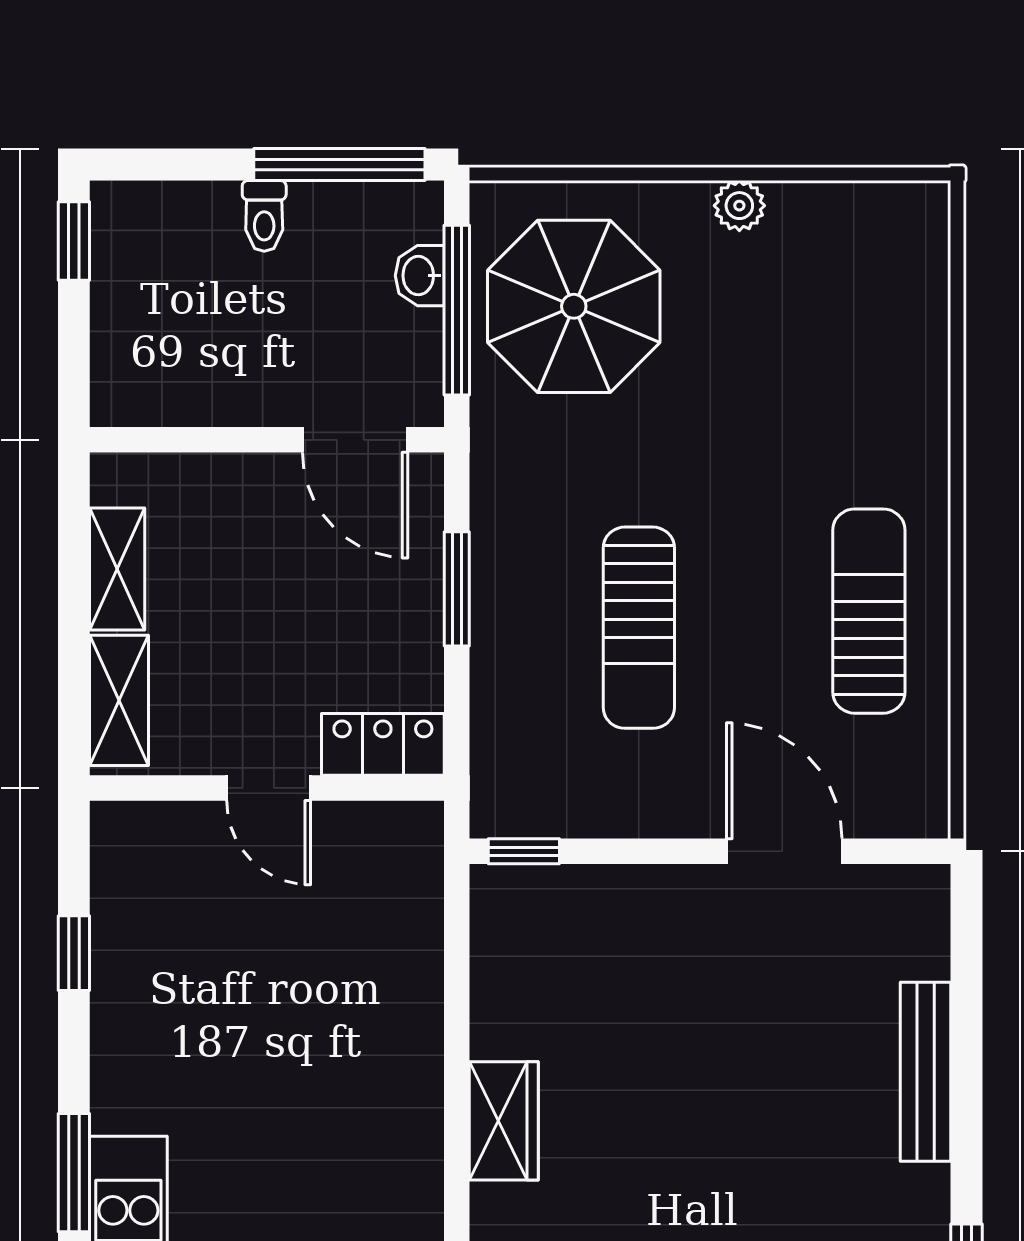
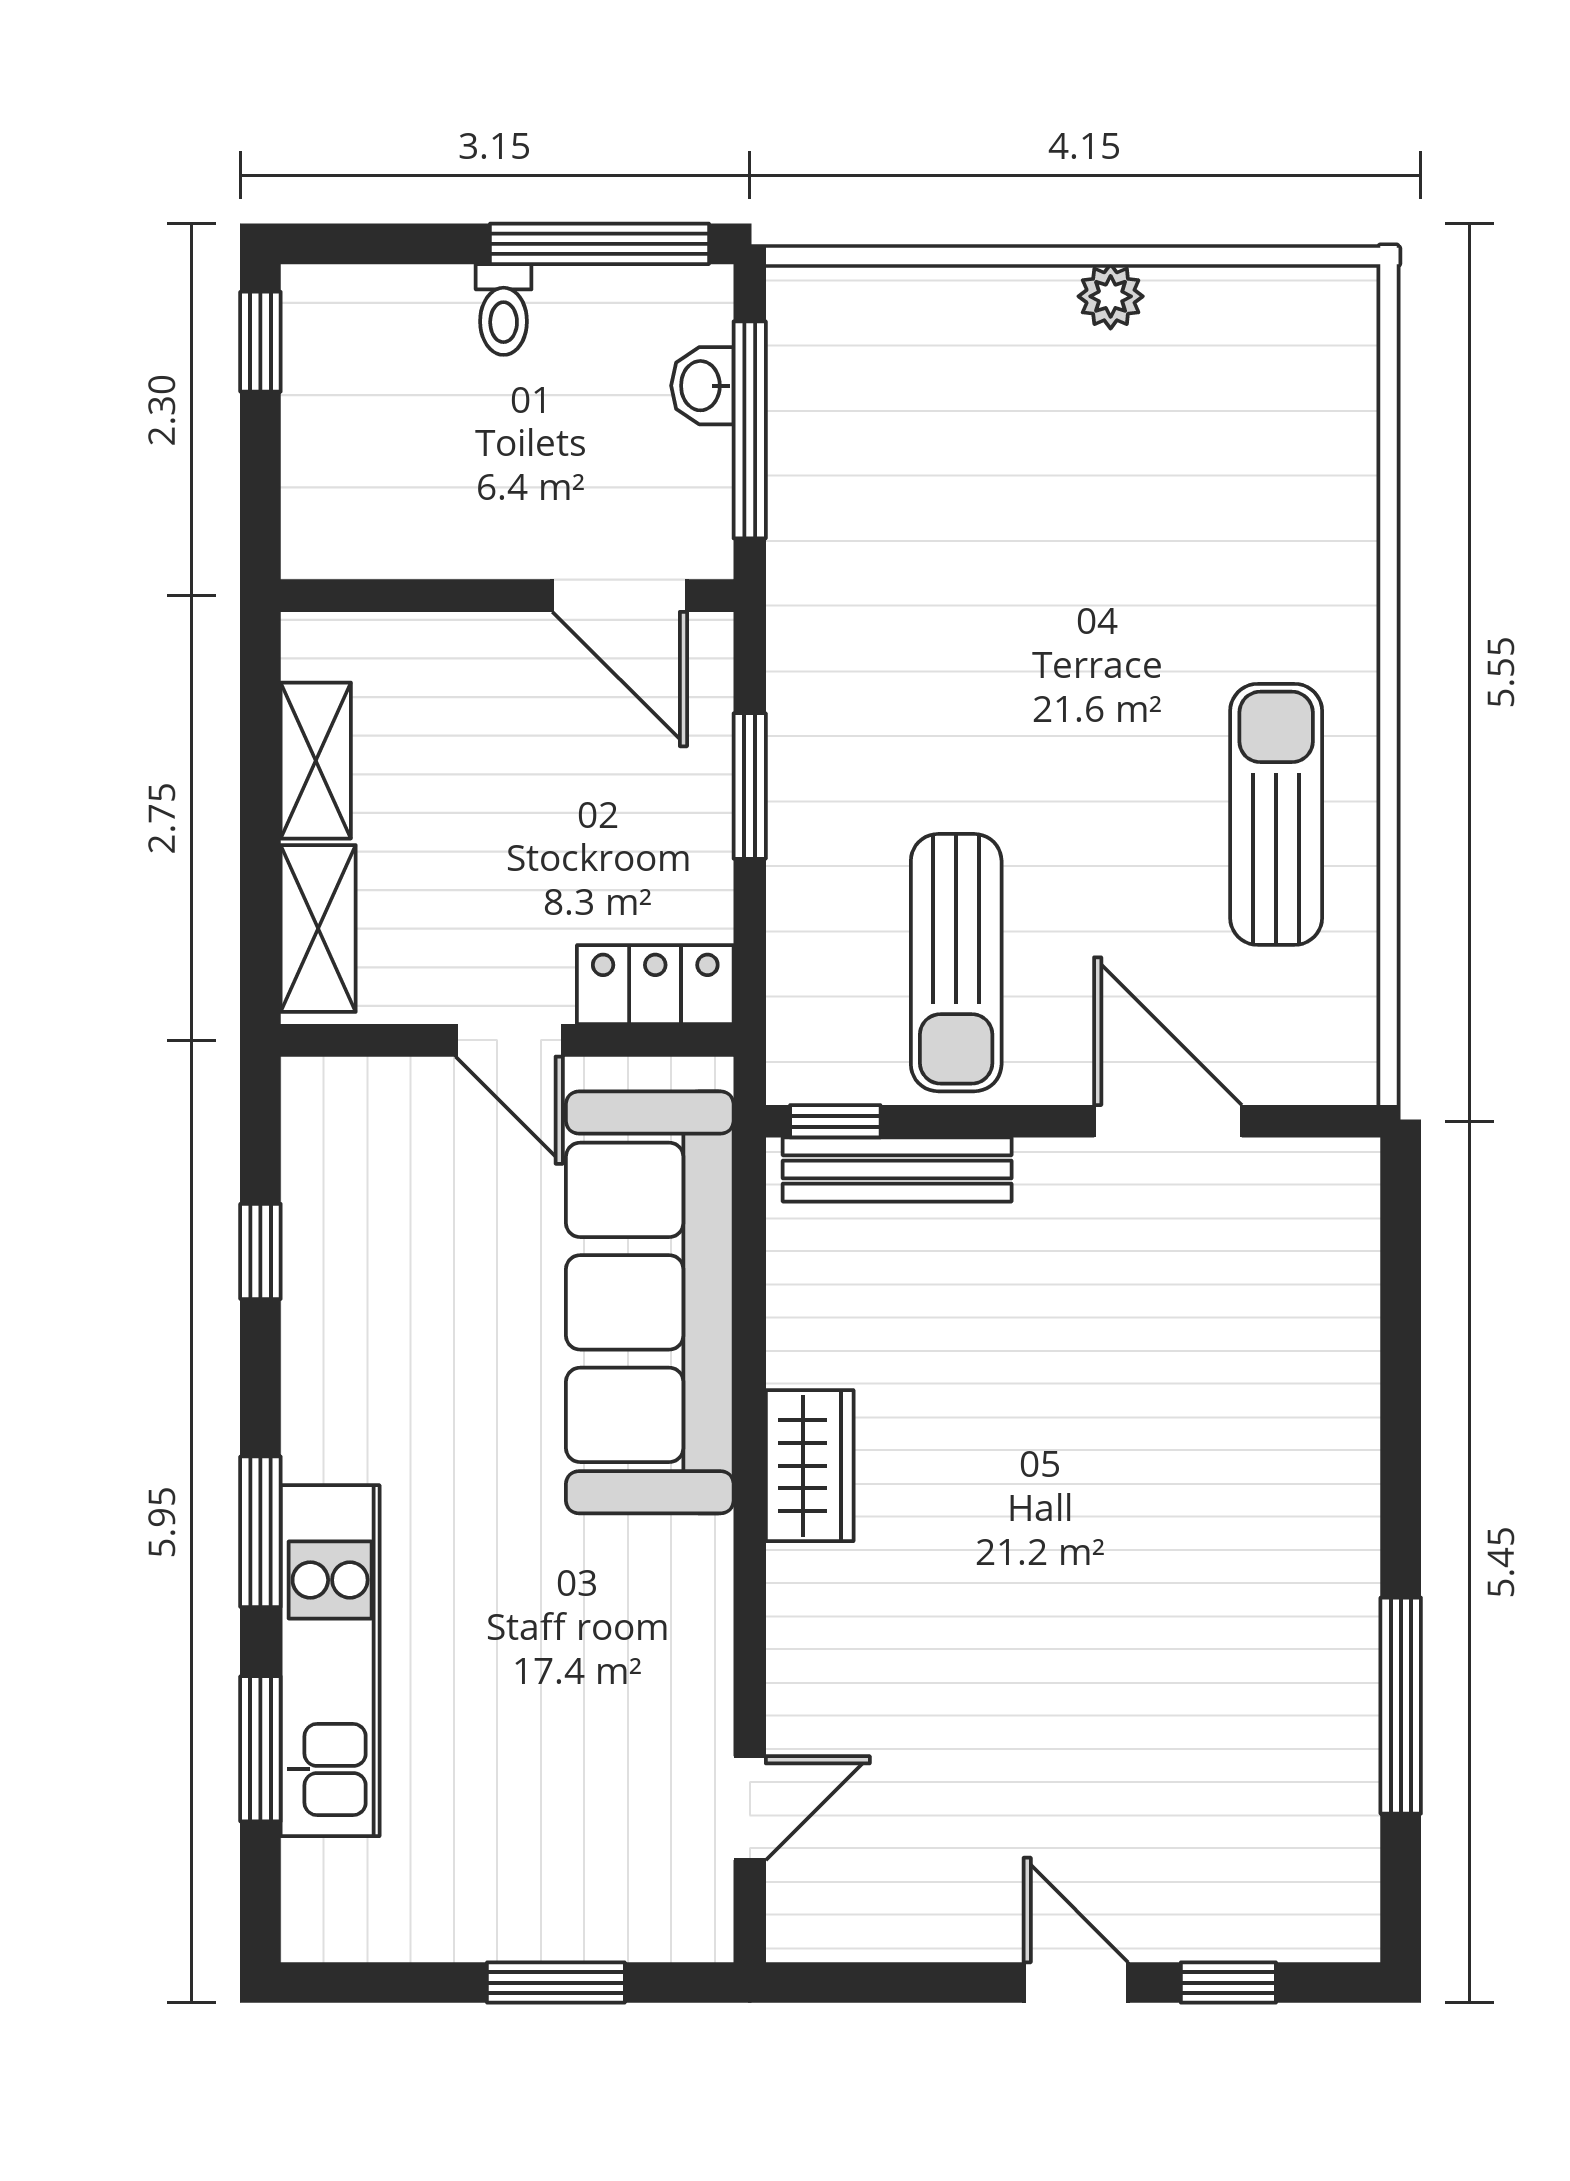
parasol: (574, 306) -> (899, 425), removed
sun lounger: (639, 628) -> (956, 963), moved
sofa: (379, 993) -> (650, 1302), added
bench: (926, 1072) -> (897, 1169), moved, turned 90

